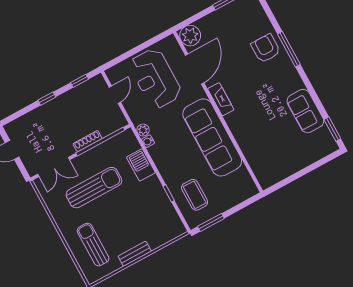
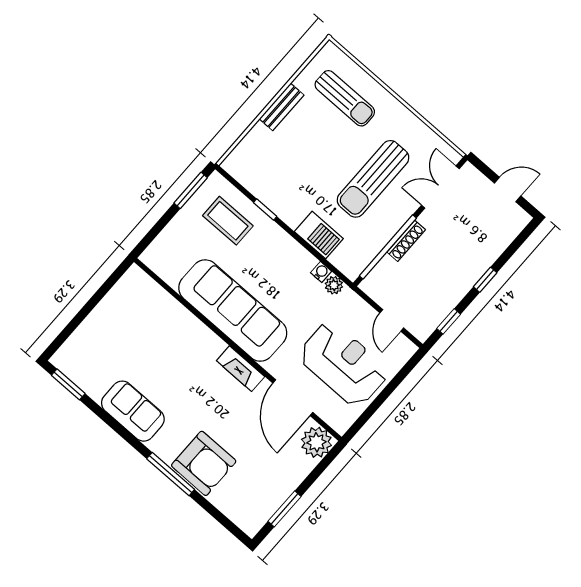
armchair: (266, 48) -> (204, 463), width x1.36, depth x1.36
sofa: (305, 111) -> (133, 411), moved

